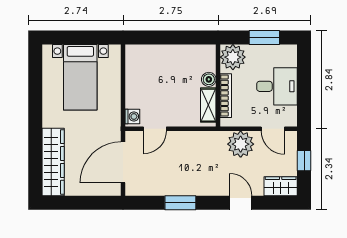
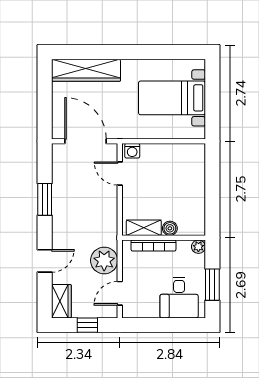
plant: (233, 57) -> (198, 247), width x0.53, depth x0.53
desk: (277, 86) -> (179, 298), moved

